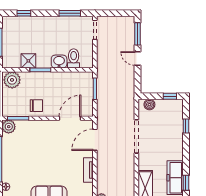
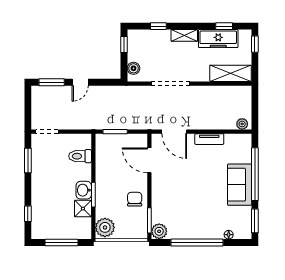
washbasin: (59, 62) -> (84, 190), moved
shelving: (178, 148) -> (184, 35), added

